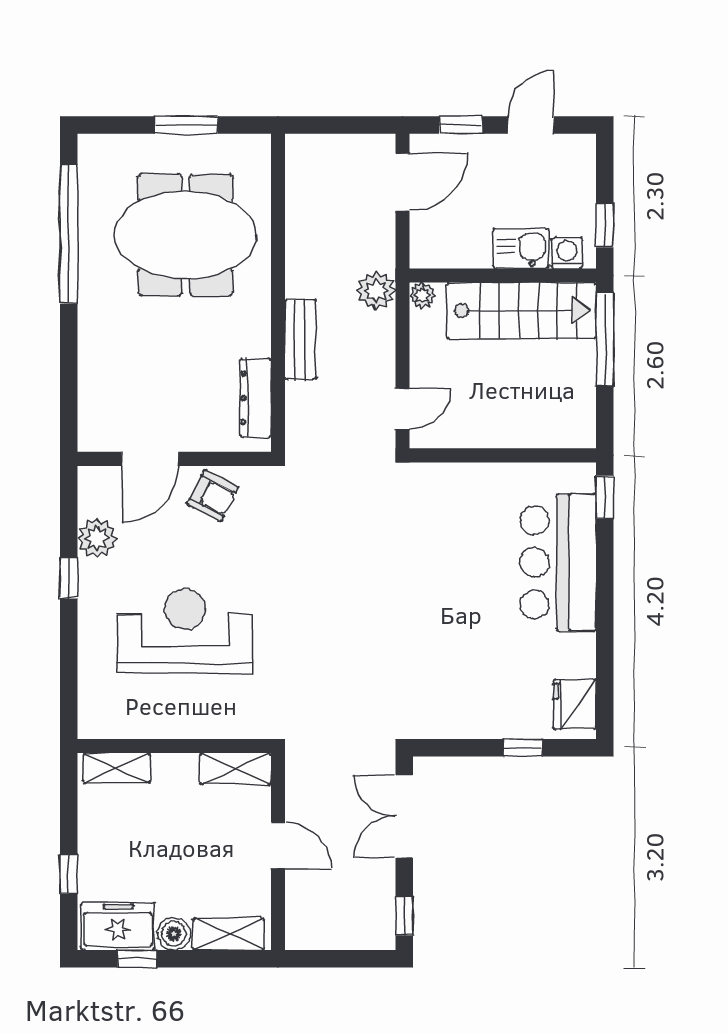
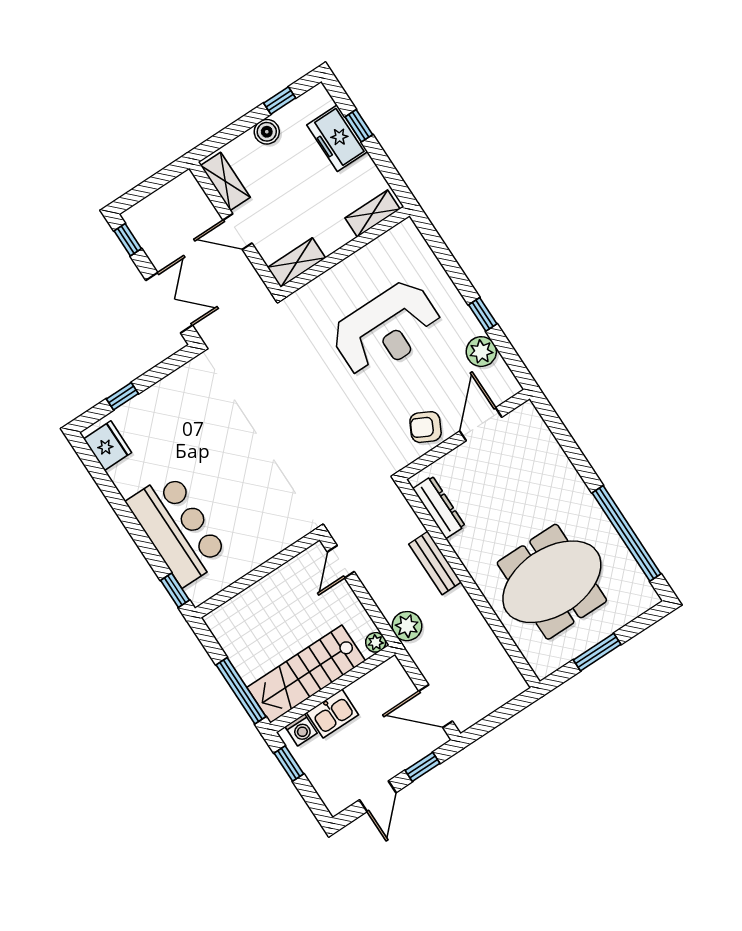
door: (402, 182) -> (436, 706), hinge flipped
freezer: (118, 926) -> (337, 138), moved, turned 90
shelving: (228, 934) -> (225, 181), moved, turned 90

